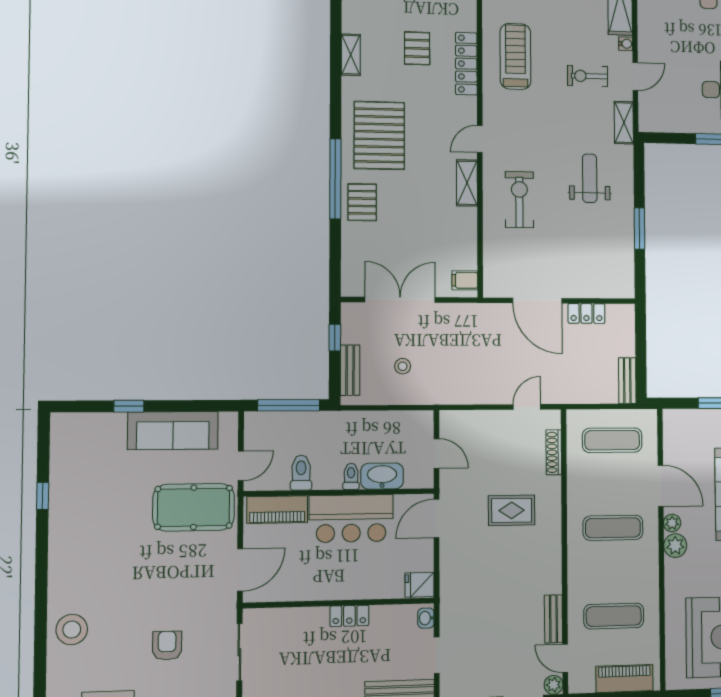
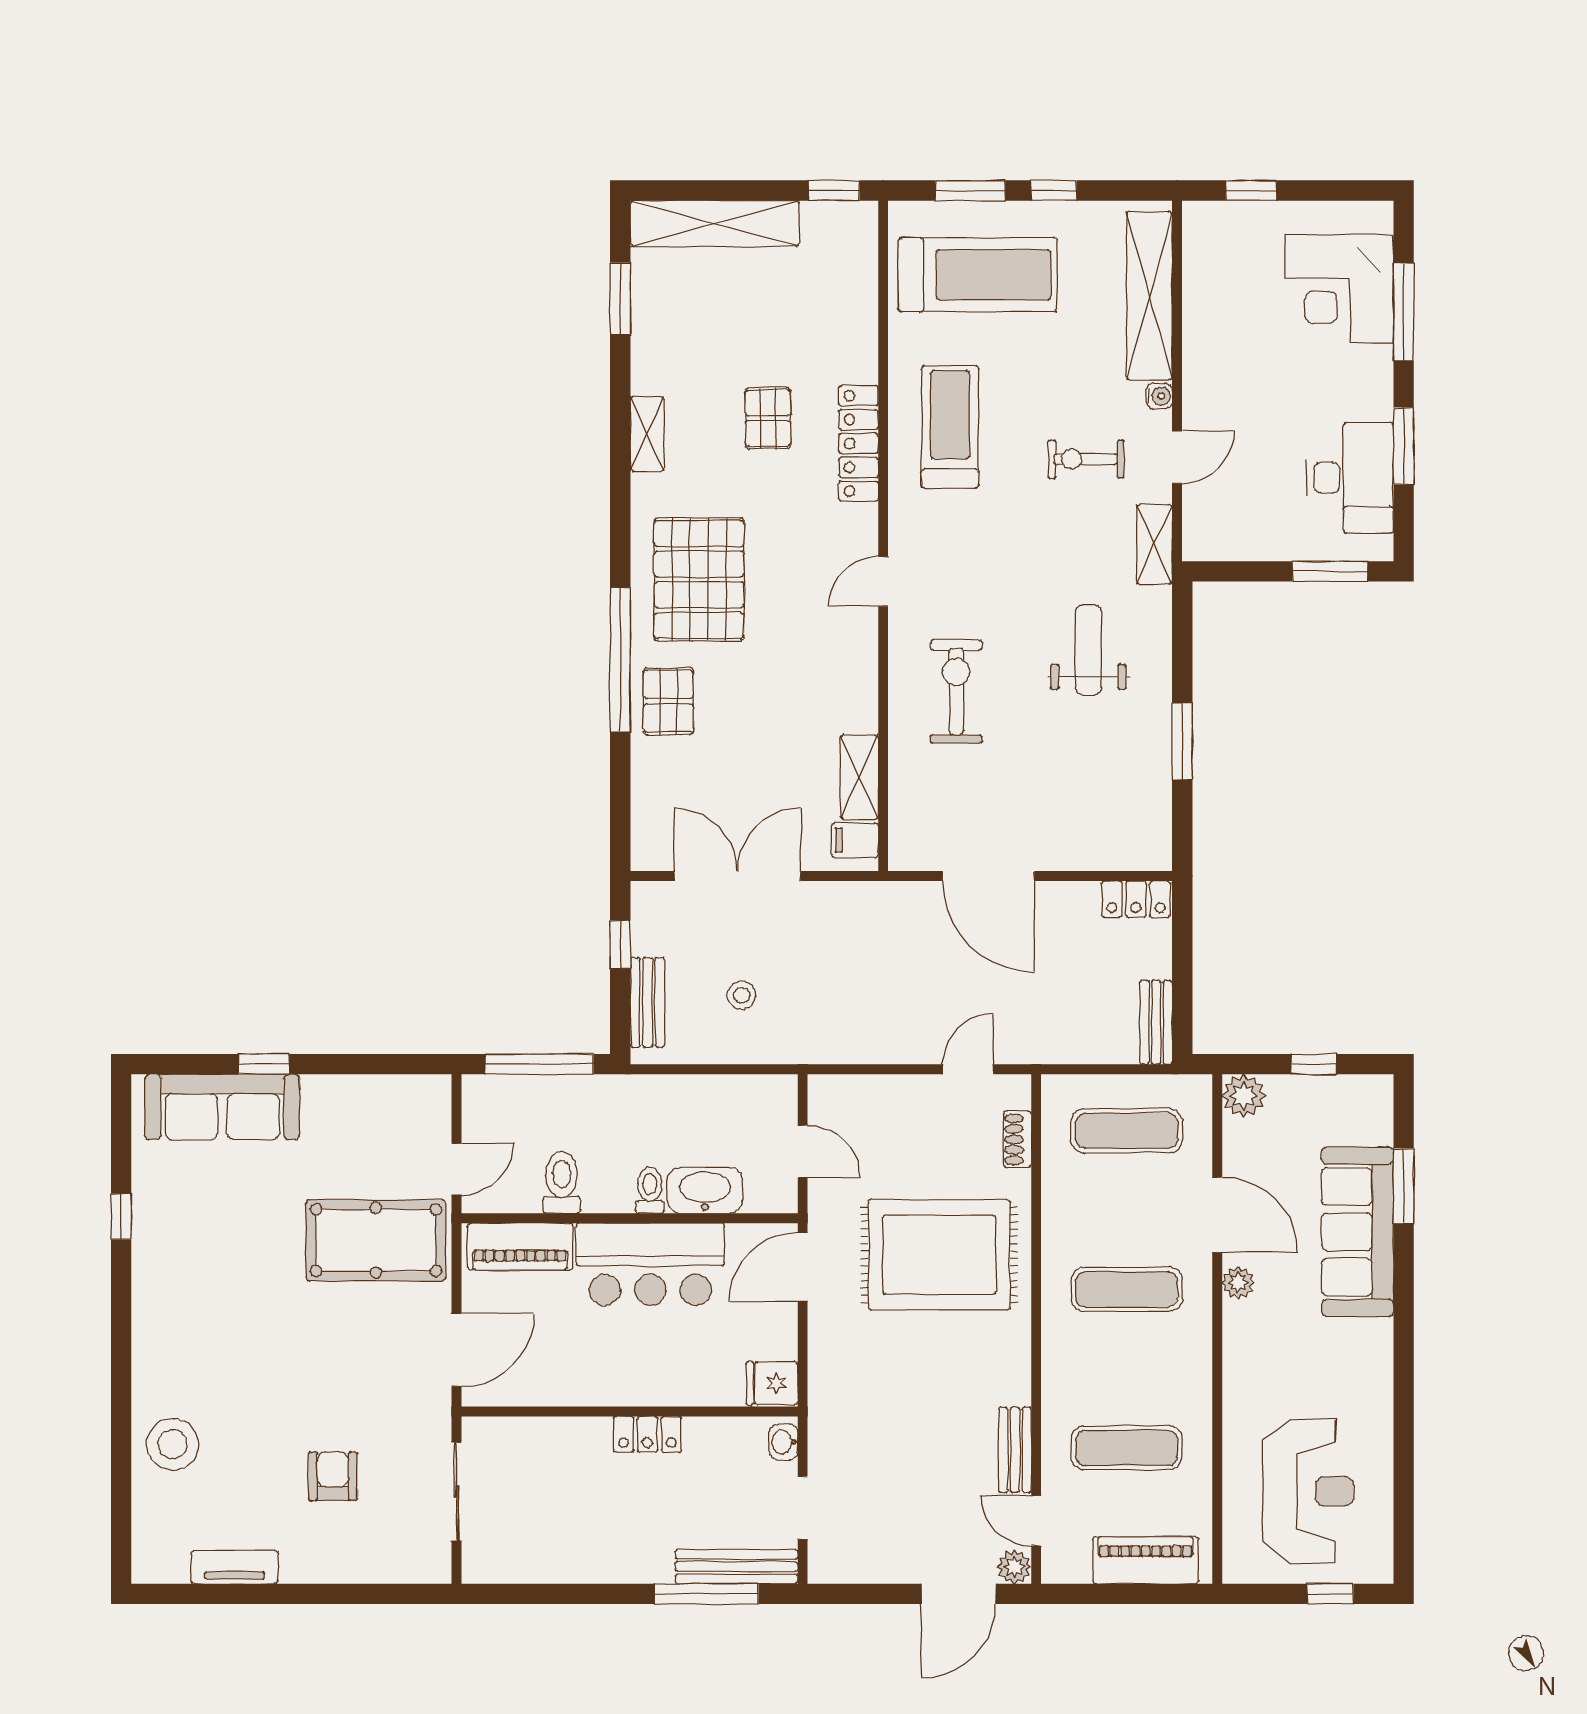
shelving: (467, 183) -> (859, 777), moved
locker: (586, 313) -> (1136, 899), moved
sofa: (173, 431) -> (222, 1107), moved
shoe rack: (554, 452) -> (1017, 1139), width x0.70
rug: (512, 510) -> (939, 1255), width x1.86, depth x2.06
plant: (675, 546) -> (1244, 1096), moved

